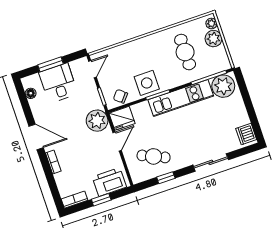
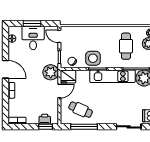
door: (92, 69) -> (59, 36), swing flipped
sliding door: (211, 162) -> (129, 127), moved
window: (166, 178) -> (84, 127), width x2.17
printer: (109, 182) -> (45, 119), width x0.53, depth x0.68
window: (101, 200) -> (45, 127), moved

